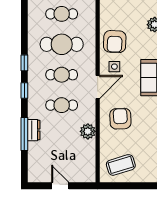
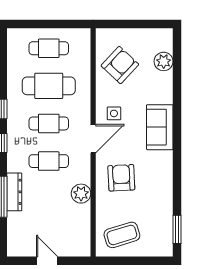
armchair: (115, 42) -> (120, 65), moved, turned -140
dresser: (34, 130) -> (14, 192), width x1.44

